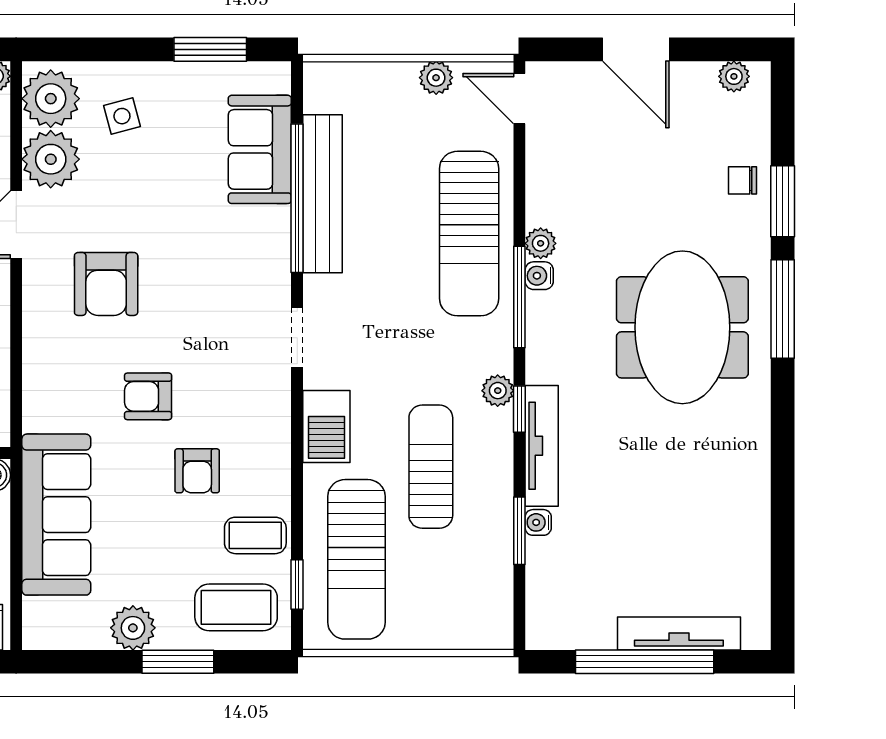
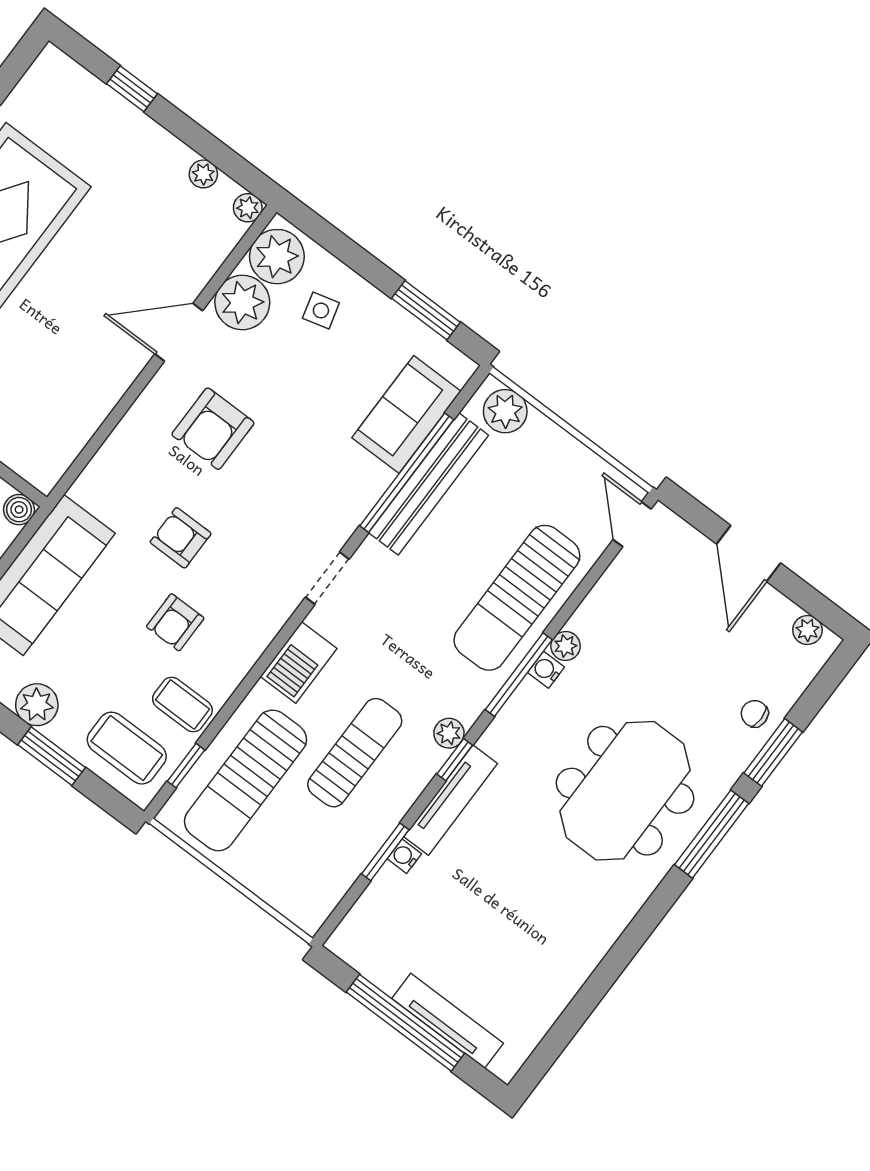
plant: (436, 78) -> (505, 411), moved, width x1.38, depth x1.38

